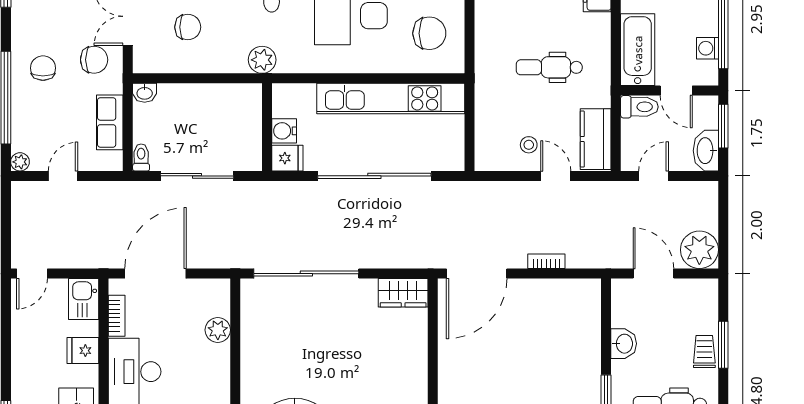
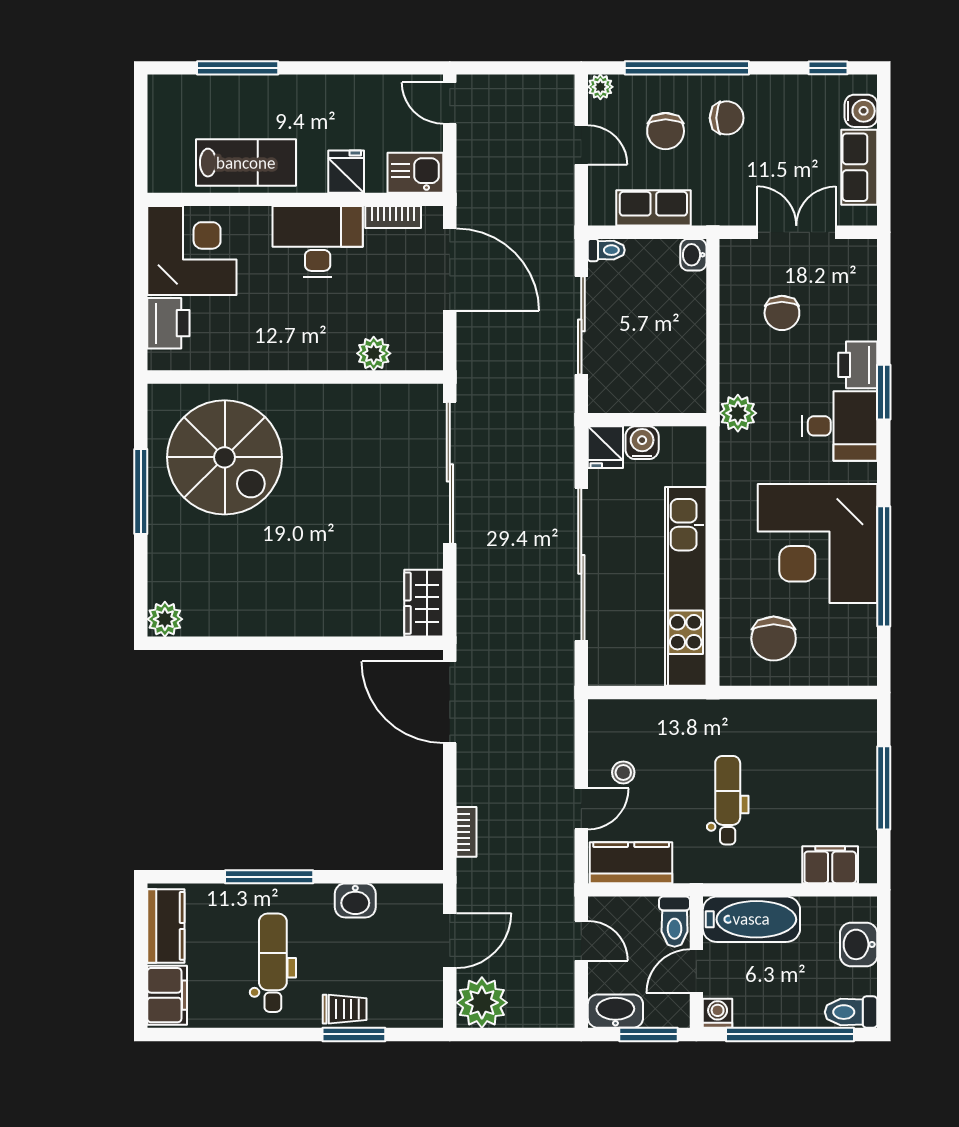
washing machine: (707, 48) -> (718, 1013), moved
chair: (94, 60) -> (666, 131), moved
bookcase: (546, 261) -> (466, 832), moved

